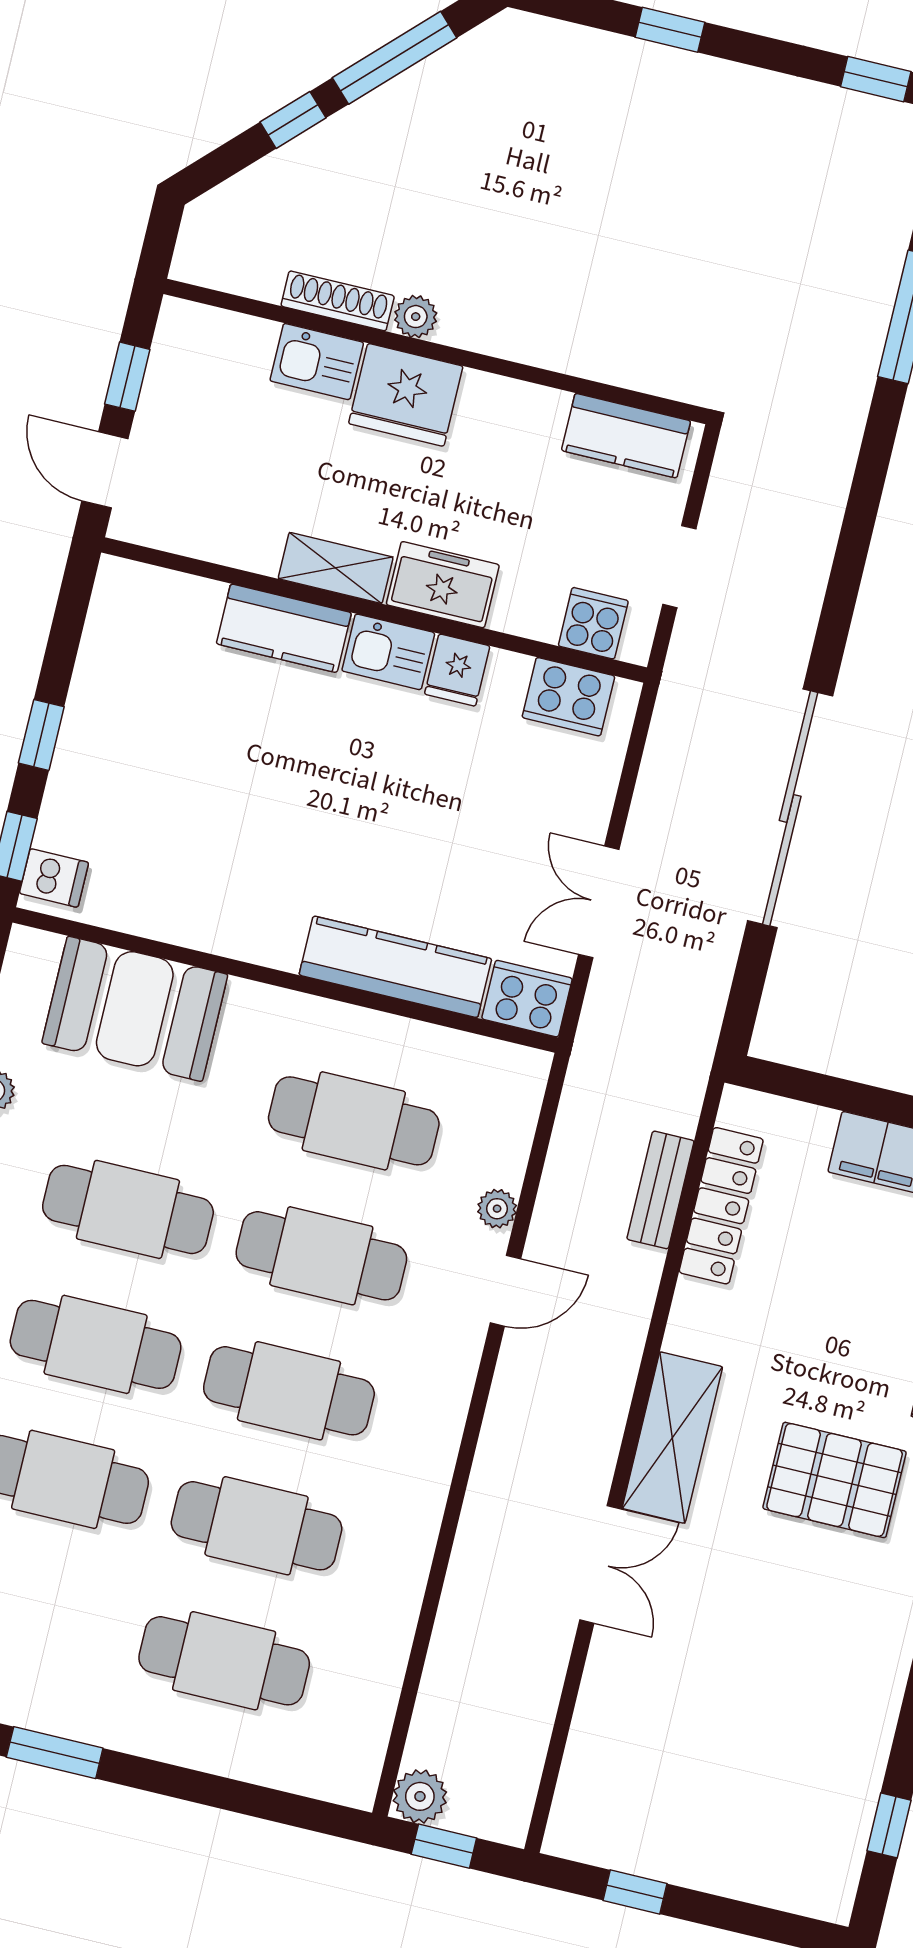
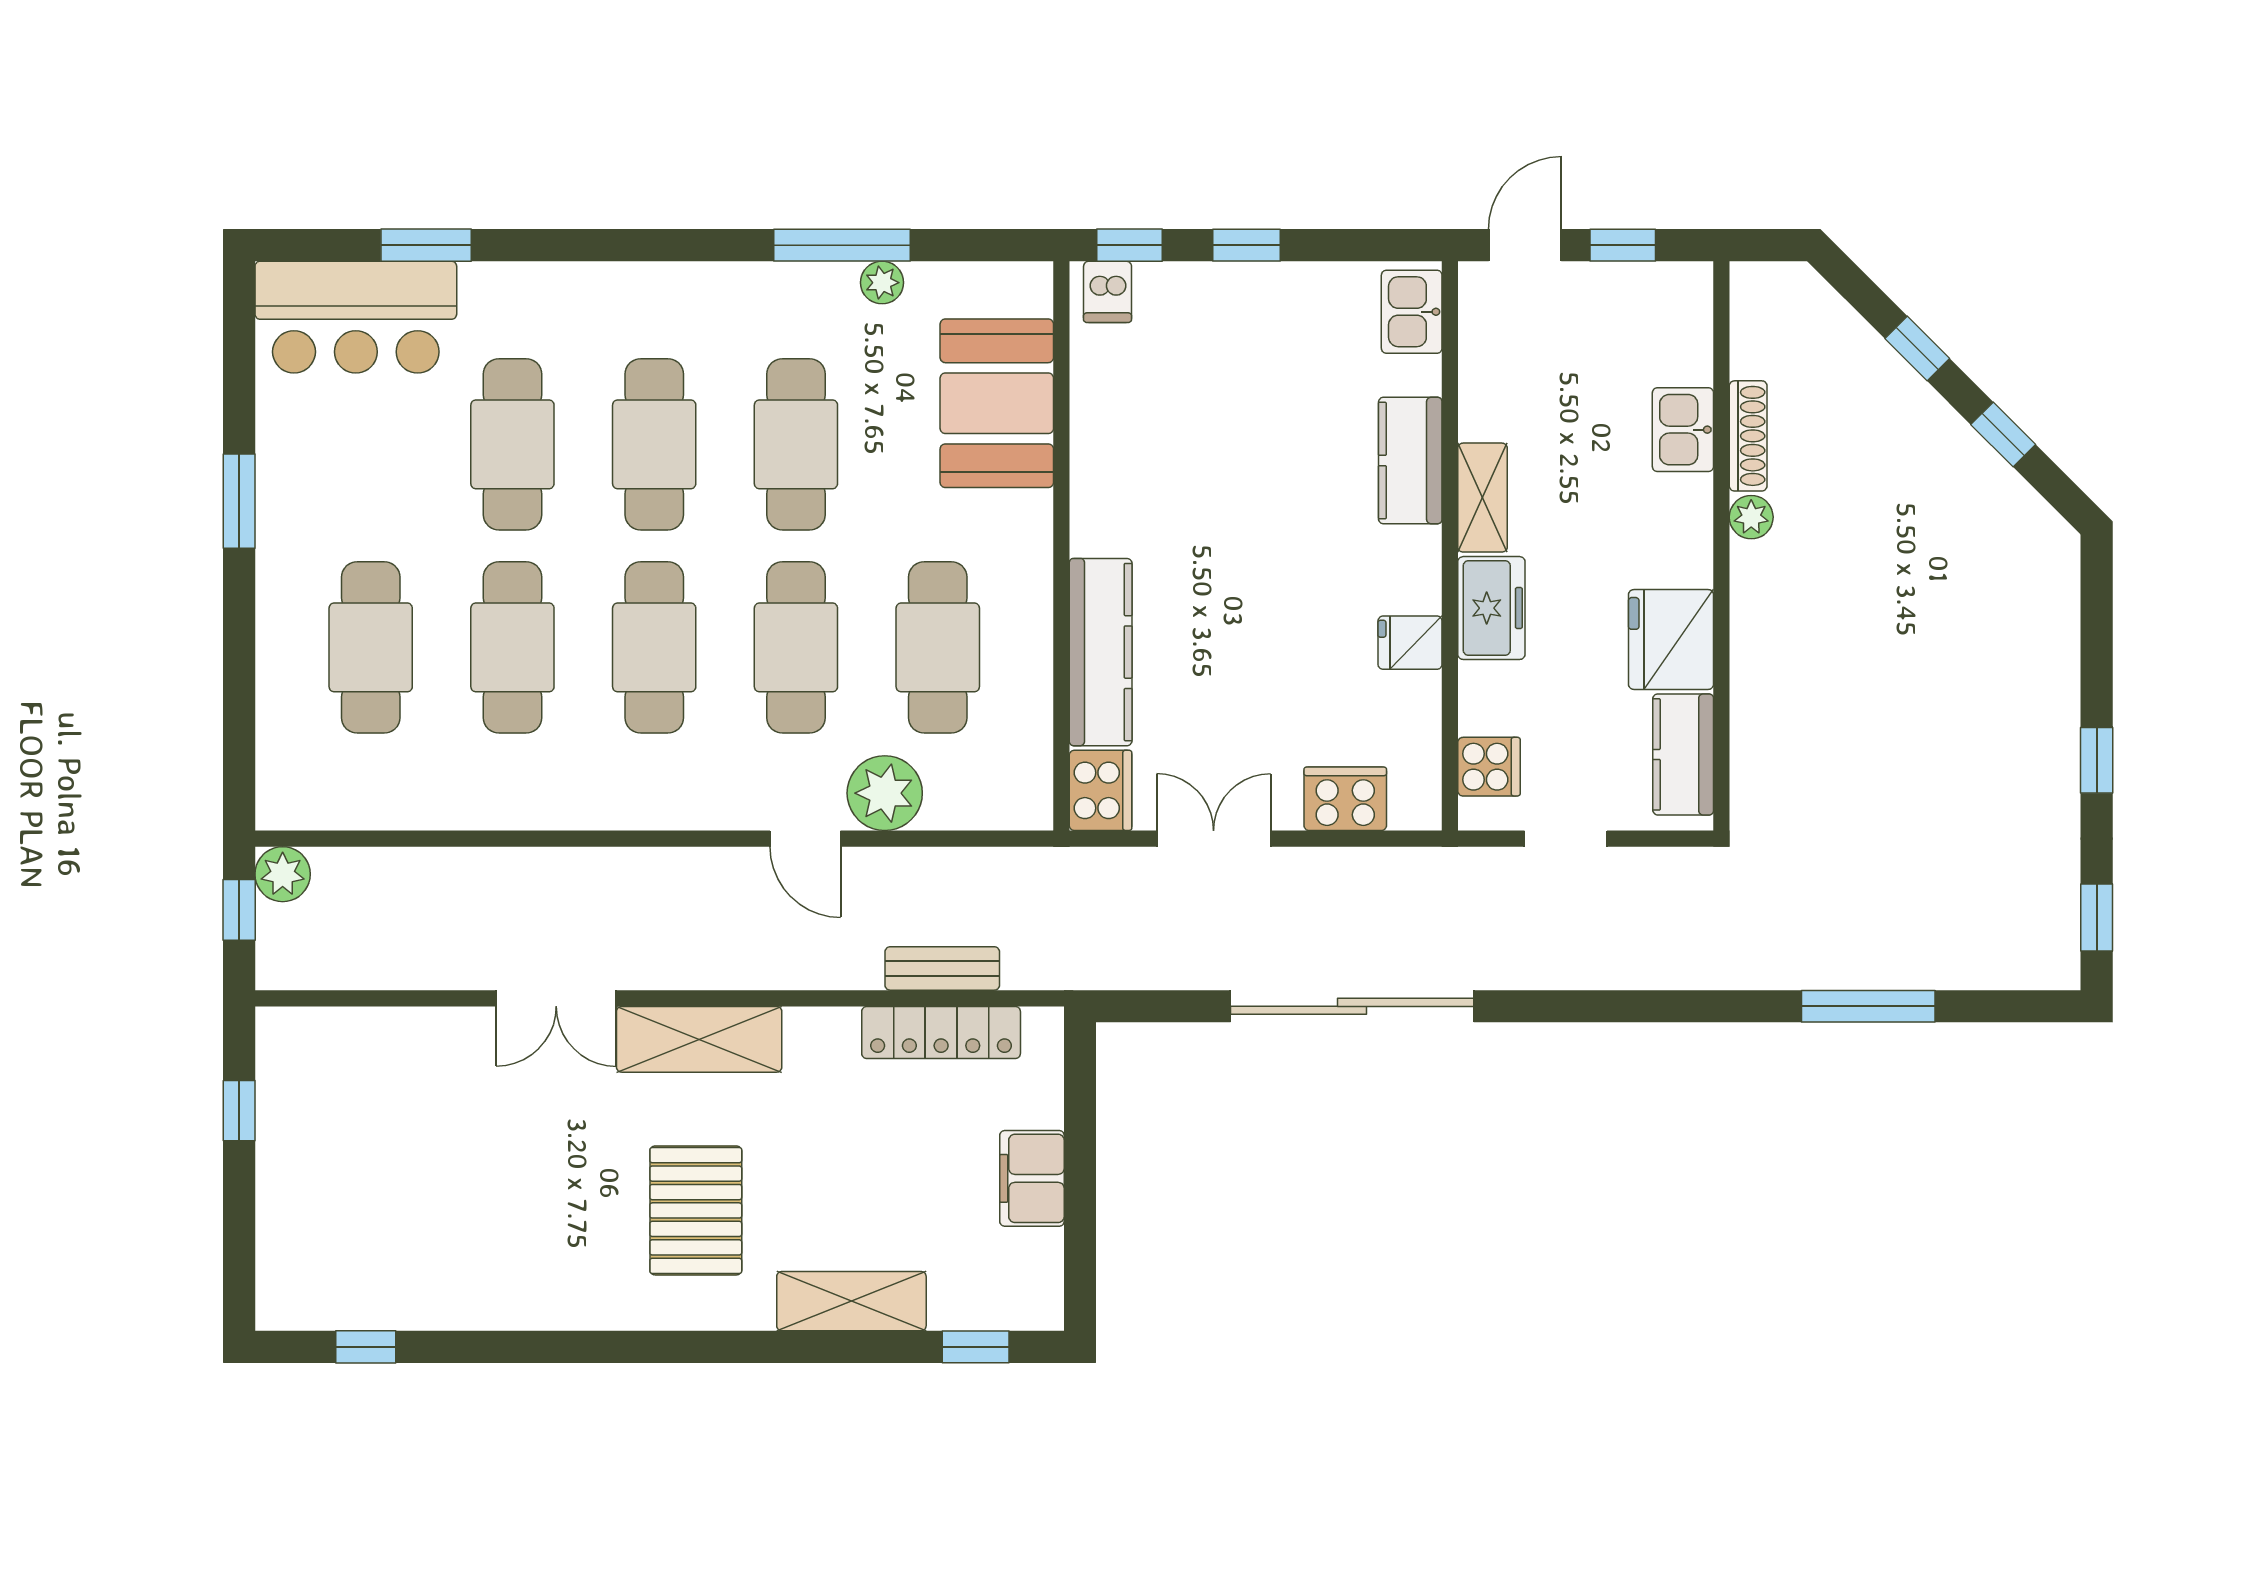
window: (670, 30) -> (2097, 760), moved
window: (395, 58) -> (2003, 435), width x0.46
fridge: (406, 395) -> (1671, 639), moved
kitchen sink: (388, 652) -> (1412, 312), moved
cooker: (568, 697) -> (1345, 799), moved, turned 90
plant: (497, 1209) -> (885, 793), width x1.88, depth x1.88

